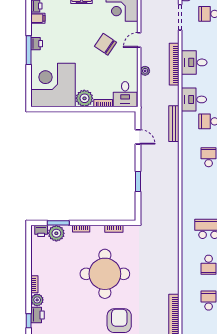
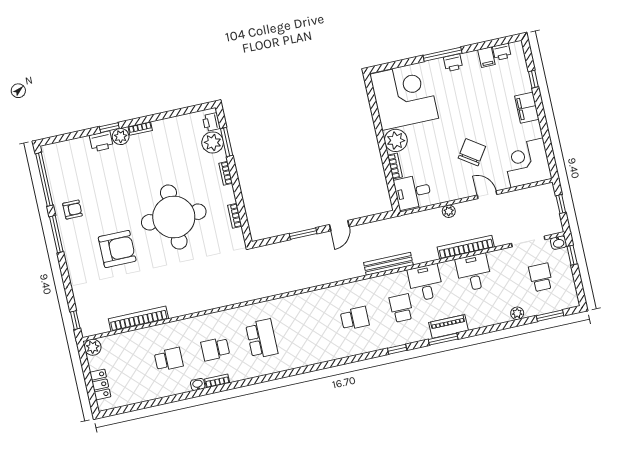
door: (138, 137) -> (339, 226), moved
window: (29, 321) -> (109, 128), moved

